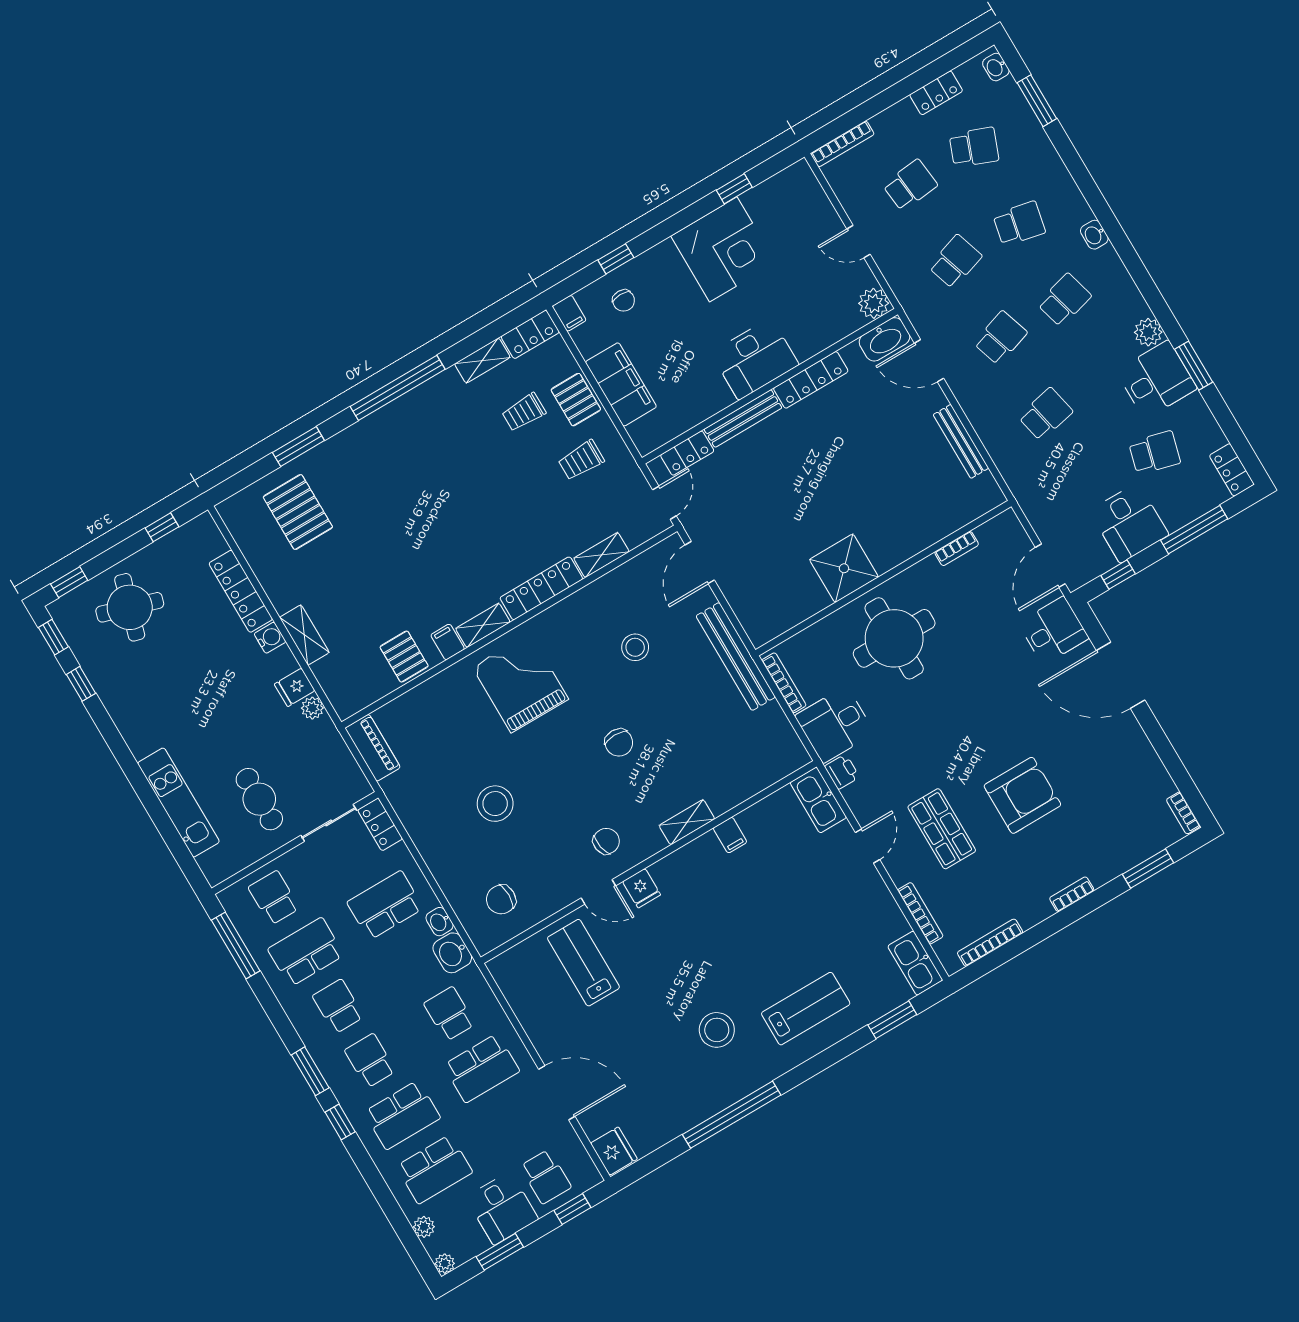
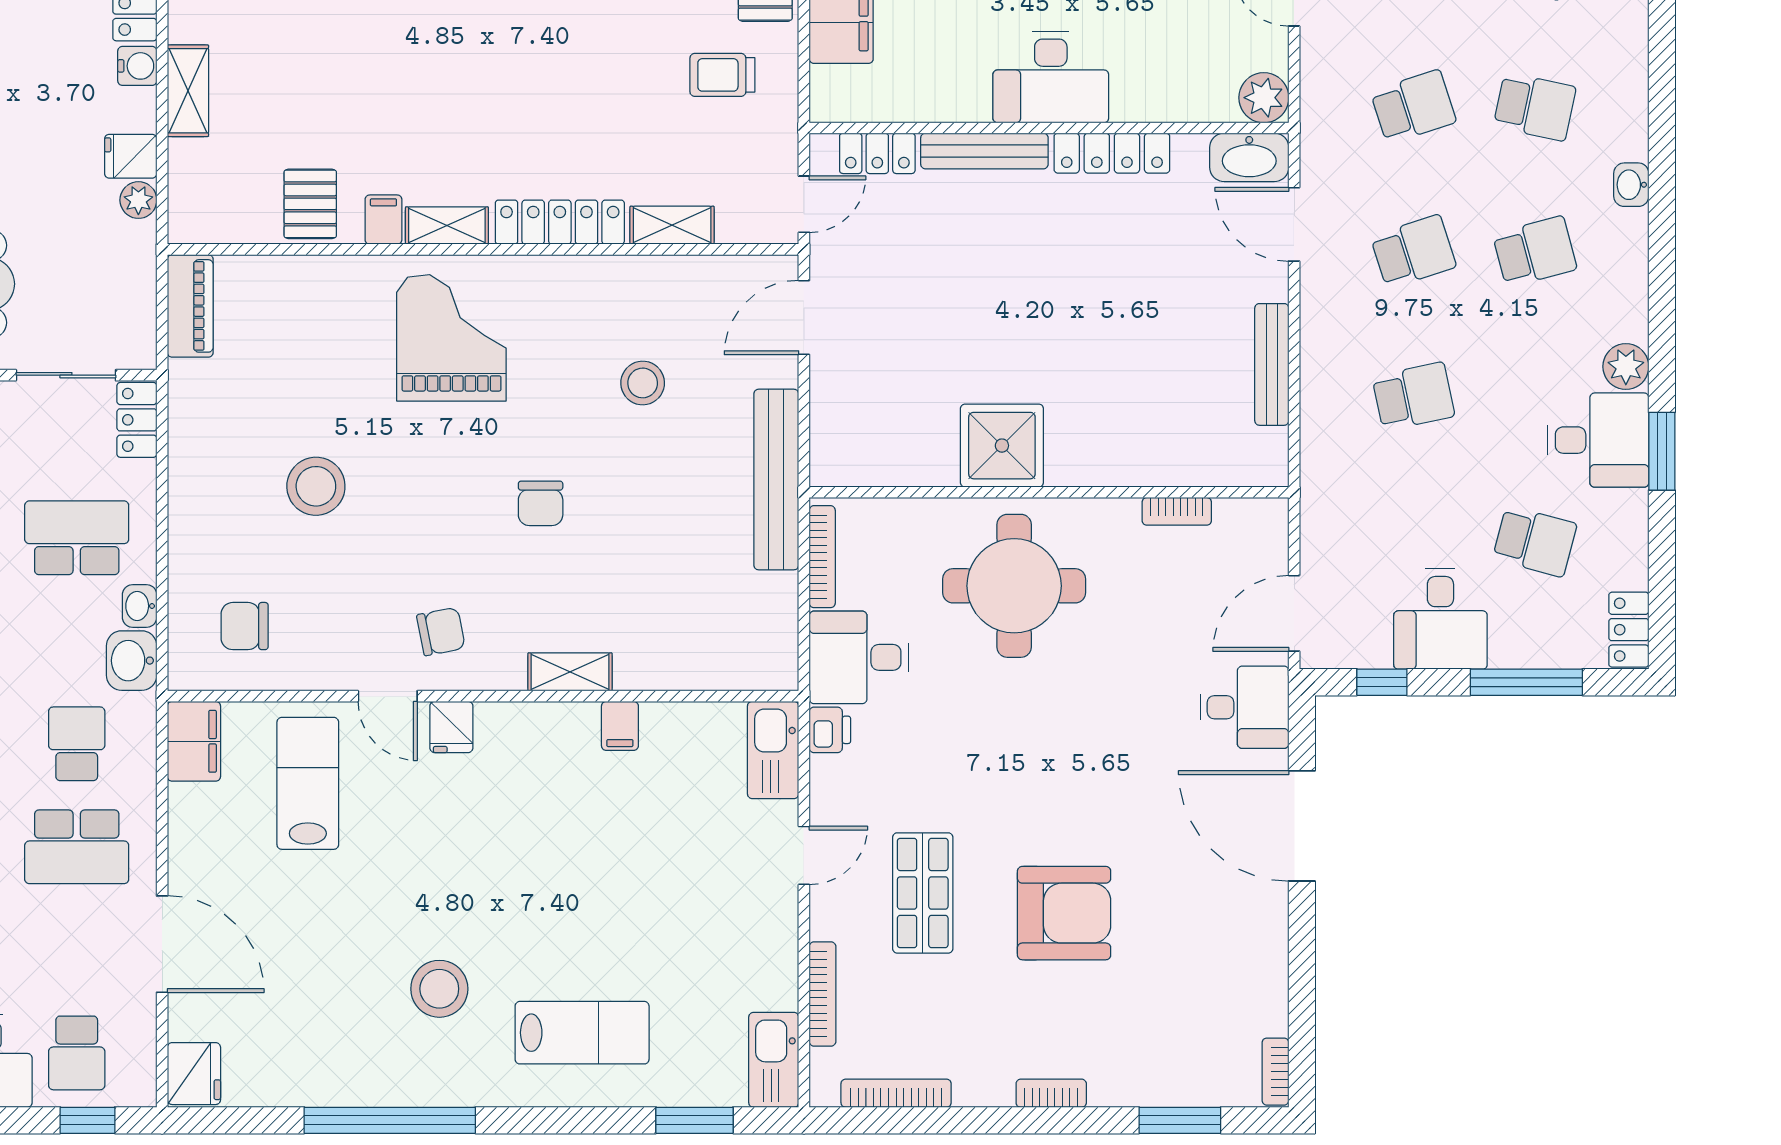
filing cabinet: (510, 976) -> (194, 741), added

